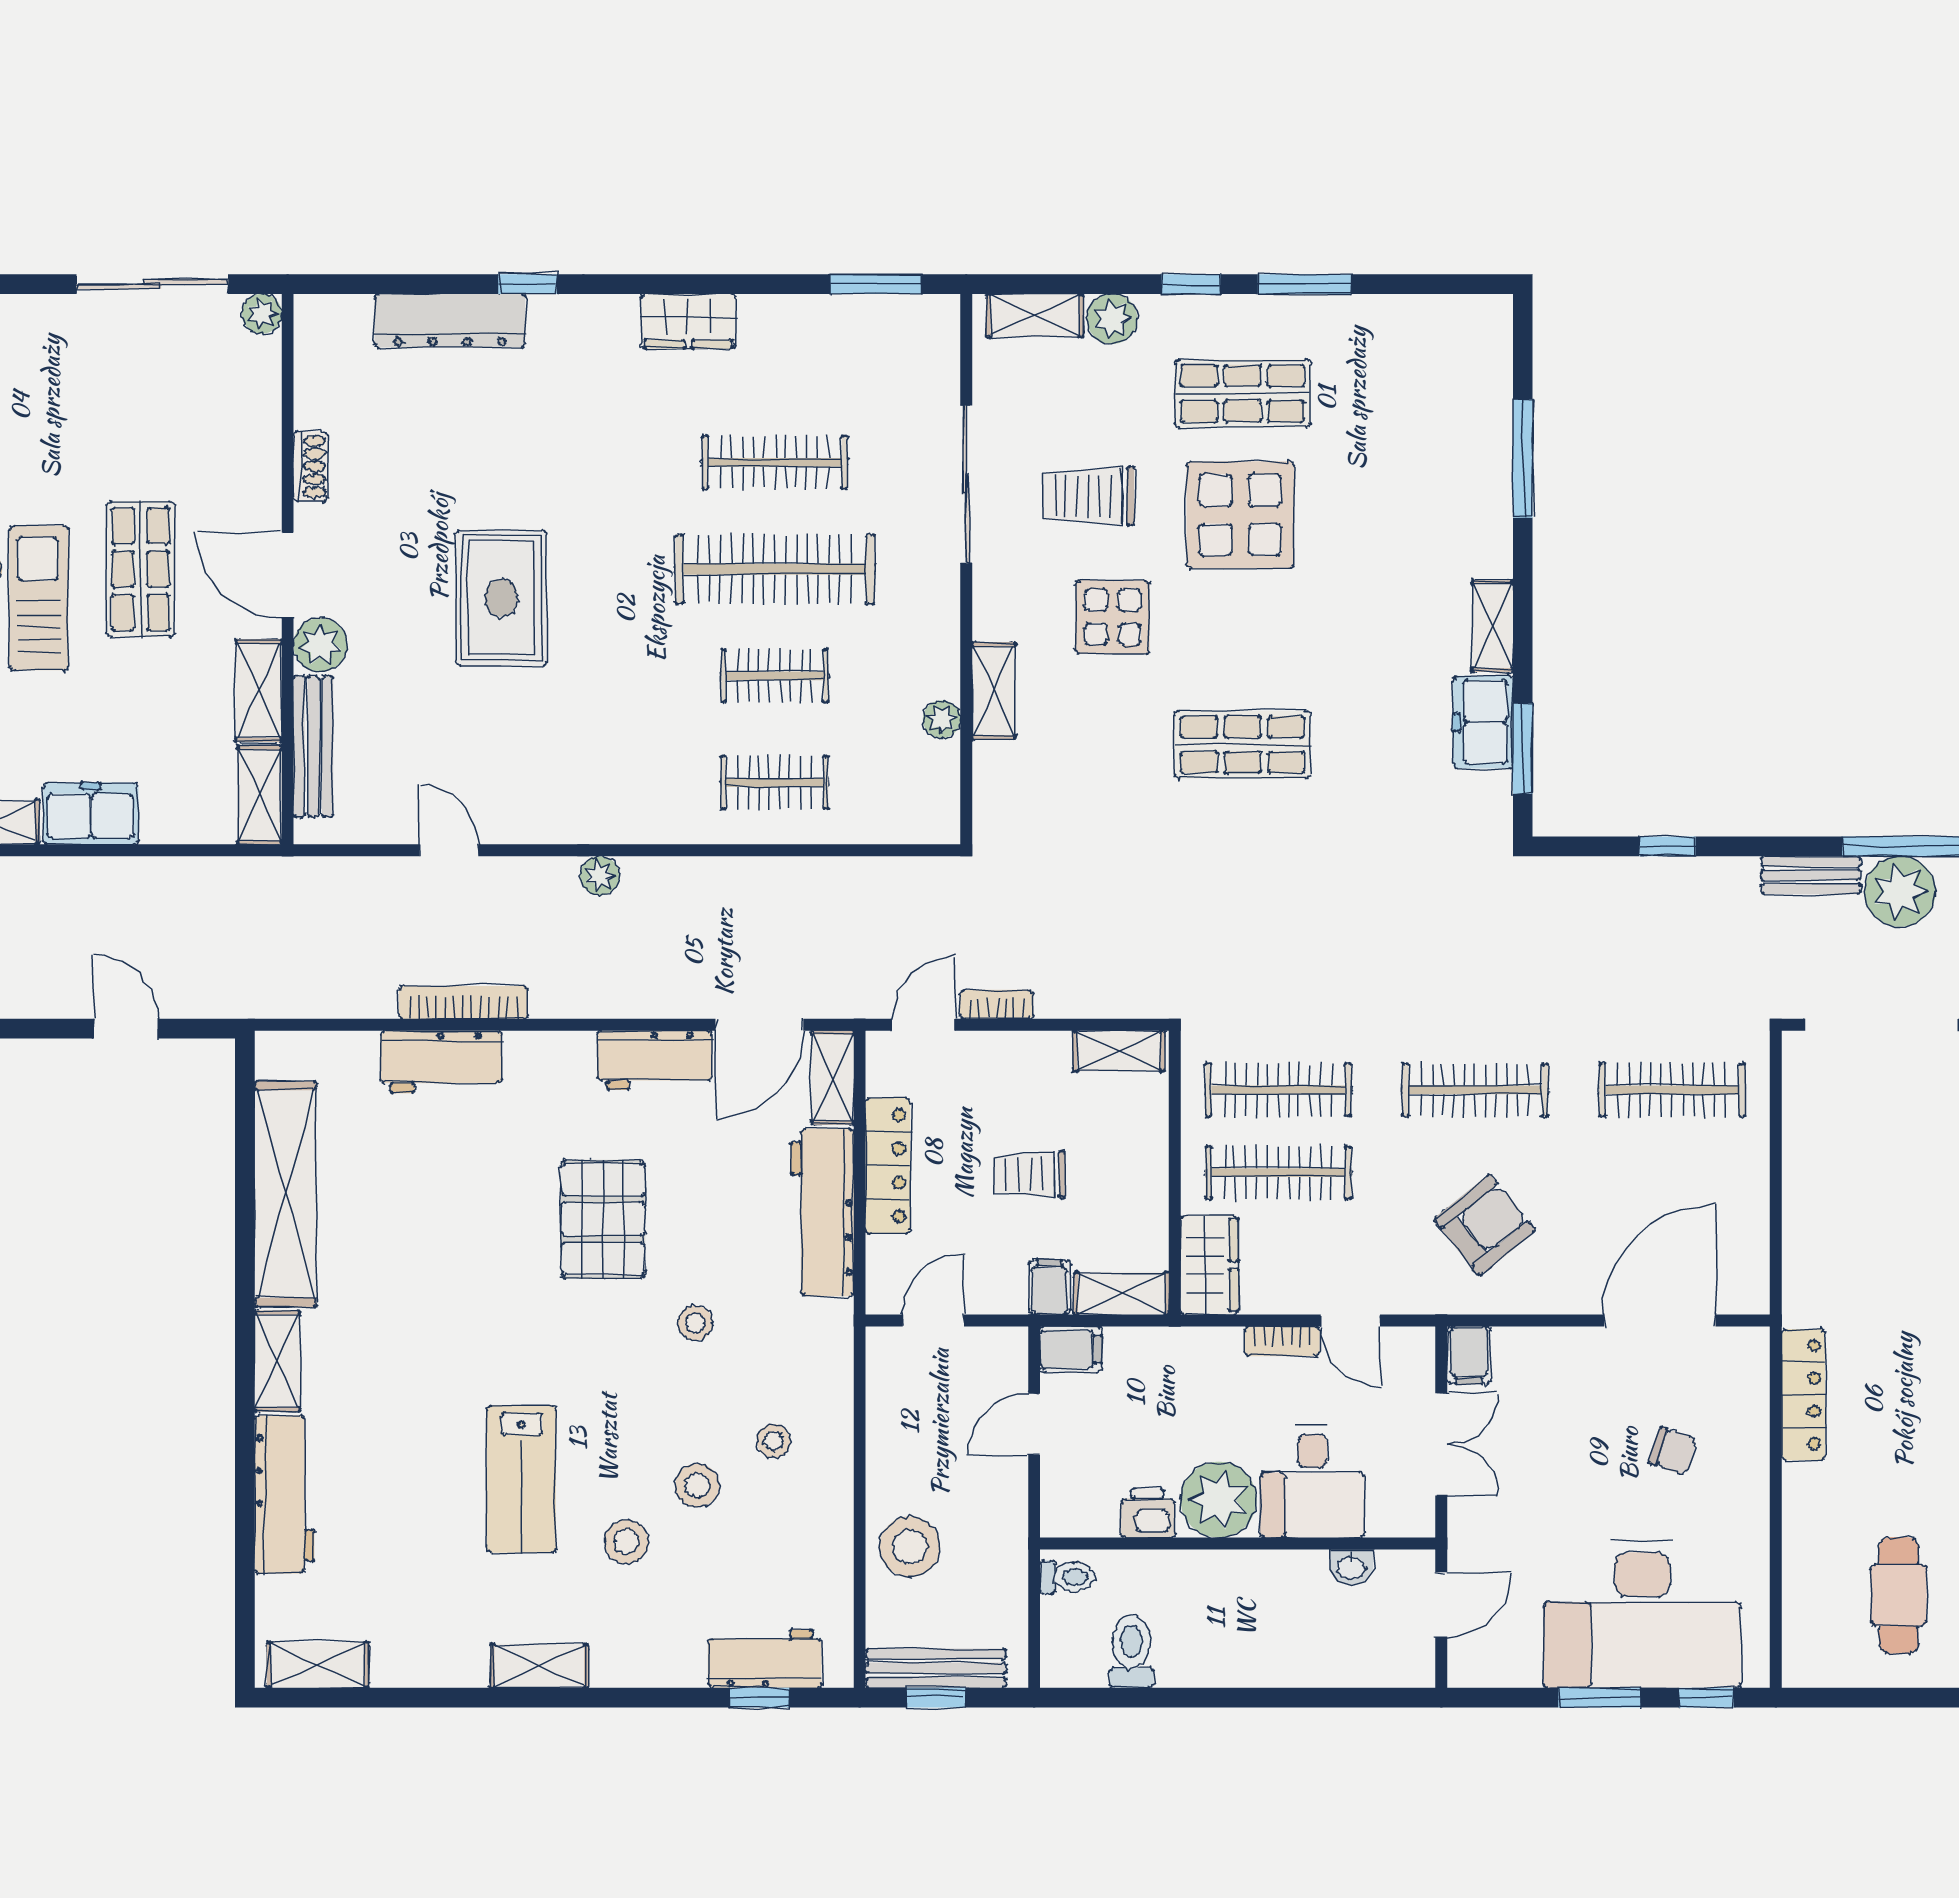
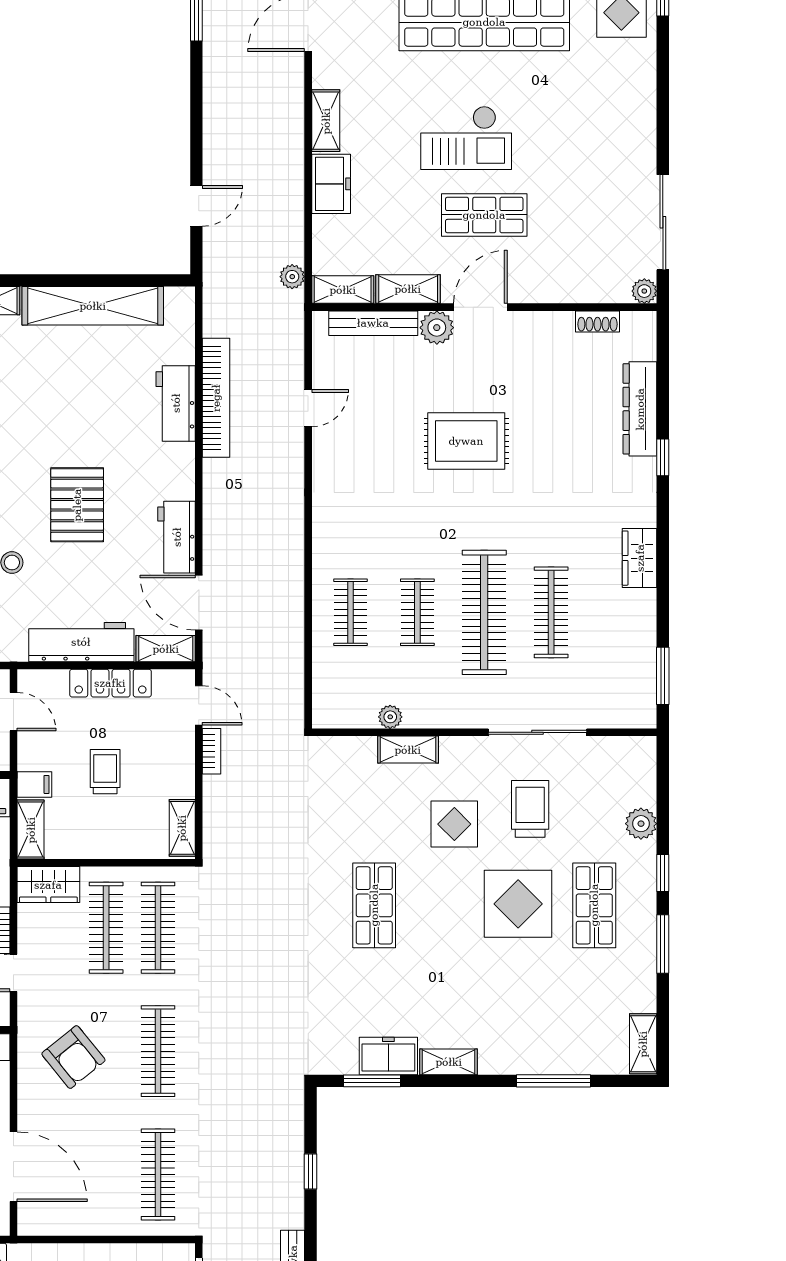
shelving: (1035, 315) -> (643, 1044), moved
shoe rack: (310, 466) -> (597, 321), moved
plant: (600, 876) -> (292, 277), moved
bookcase: (463, 1002) -> (216, 398), width x1.48, depth x1.31
pallet: (603, 1219) -> (77, 505), turned 90

